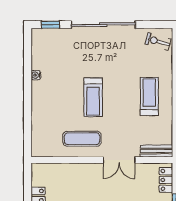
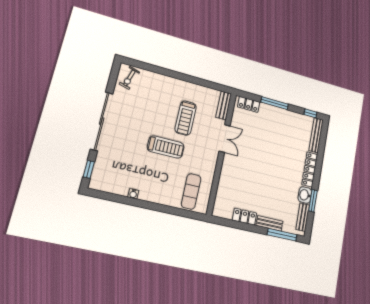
treadmill: (149, 96) -> (186, 118), moved, turned -90
exercise mat: (82, 139) -> (191, 191), moved

